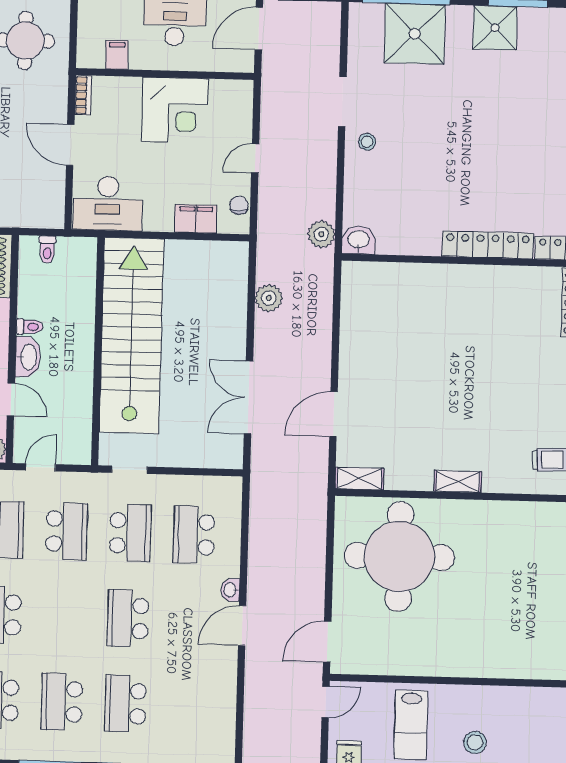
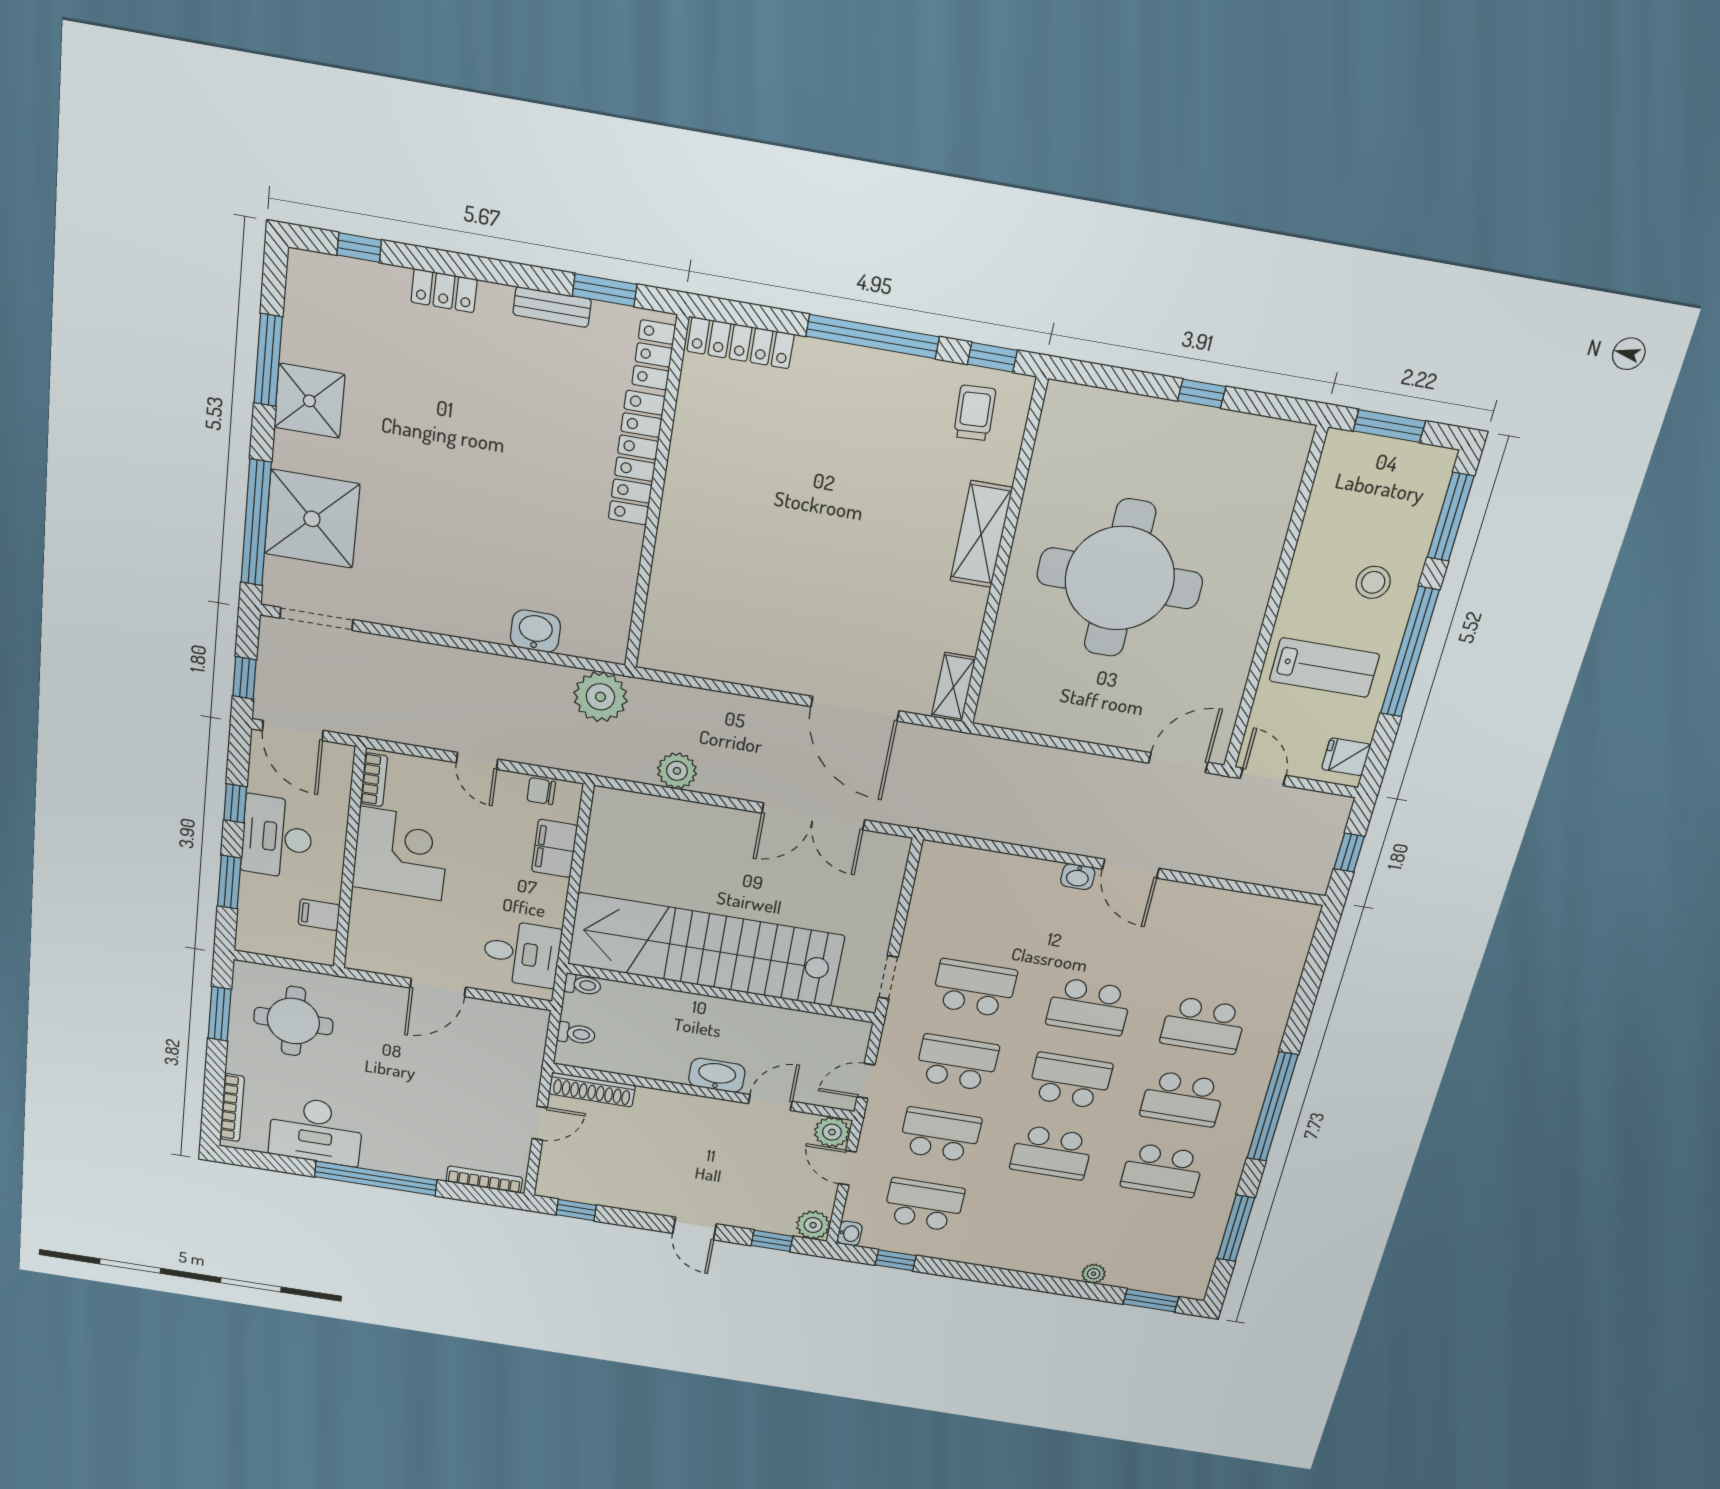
bookcase: (83, 95) -> (374, 780), moved, turned 90
doorway: (342, 101) -> (316, 619), moved
stool: (367, 142) -> (466, 608), removed
desk: (108, 203) -> (522, 954), width x0.73
plant: (321, 234) -> (600, 697), width x1.36, depth x1.36
washbasin: (359, 240) -> (535, 631), moved, turned 90
toilet: (30, 327) -> (583, 985), moved, turned 90
door: (334, 414) -> (855, 709), width x1.36
door: (41, 467) -> (866, 1081), hinge flipped
shelving: (458, 481) -> (981, 534), width x1.50, depth x1.33
school desk: (194, 535) -> (1070, 1081), moved, turned 180
round table: (399, 556) -> (1120, 578), moved
door: (327, 642) -> (1178, 763), swing flipped

